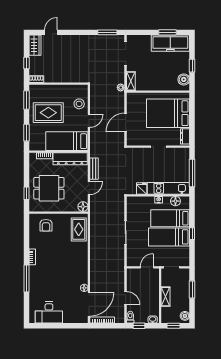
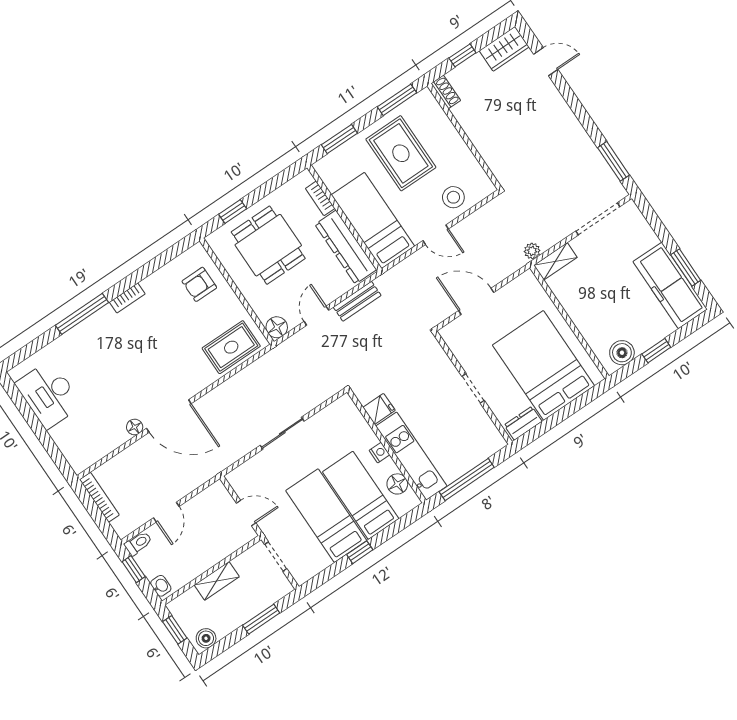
door: (89, 188) -> (316, 316), swing flipped
door: (89, 304) -> (169, 416), moved

